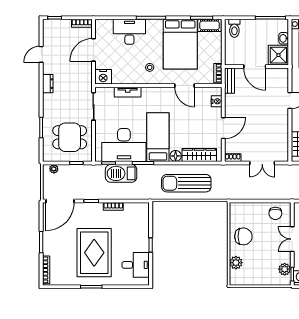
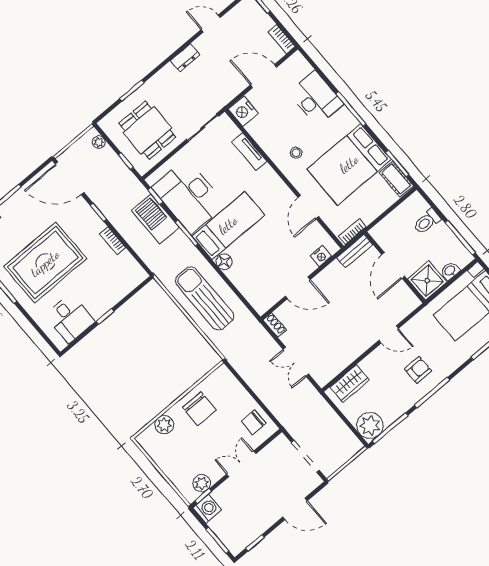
toilet: (234, 28) -> (427, 221), moved
wardrobe: (199, 155) -> (247, 286), removed

